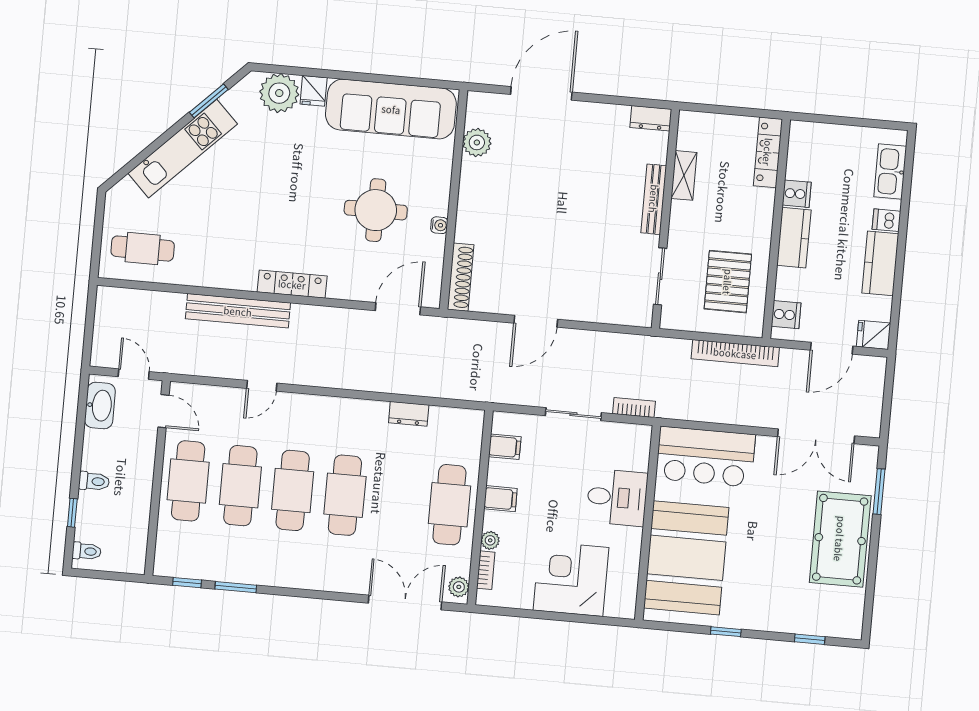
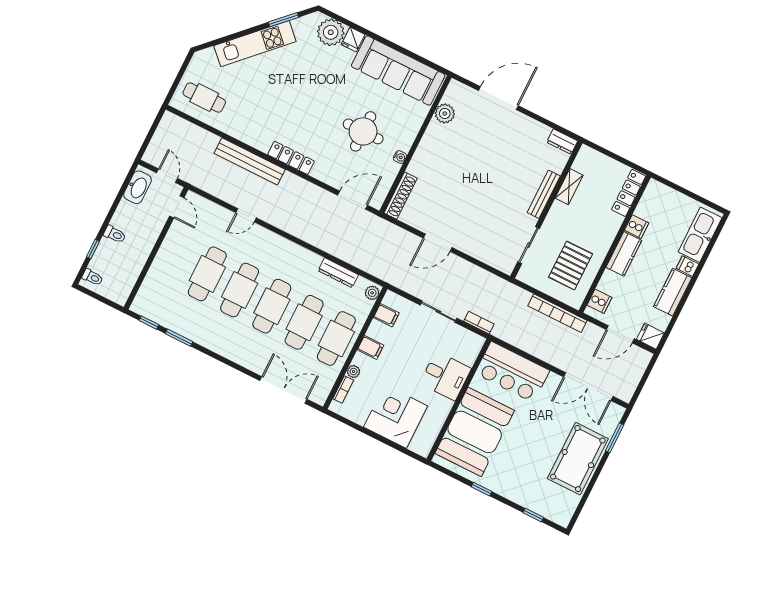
kitchen sink: (890, 172) -> (700, 235), width x1.36, depth x1.24
dresser: (409, 414) -> (338, 273), width x1.44
cafe table: (188, 481) -> (304, 322), moved
plant: (459, 587) -> (372, 293), moved

